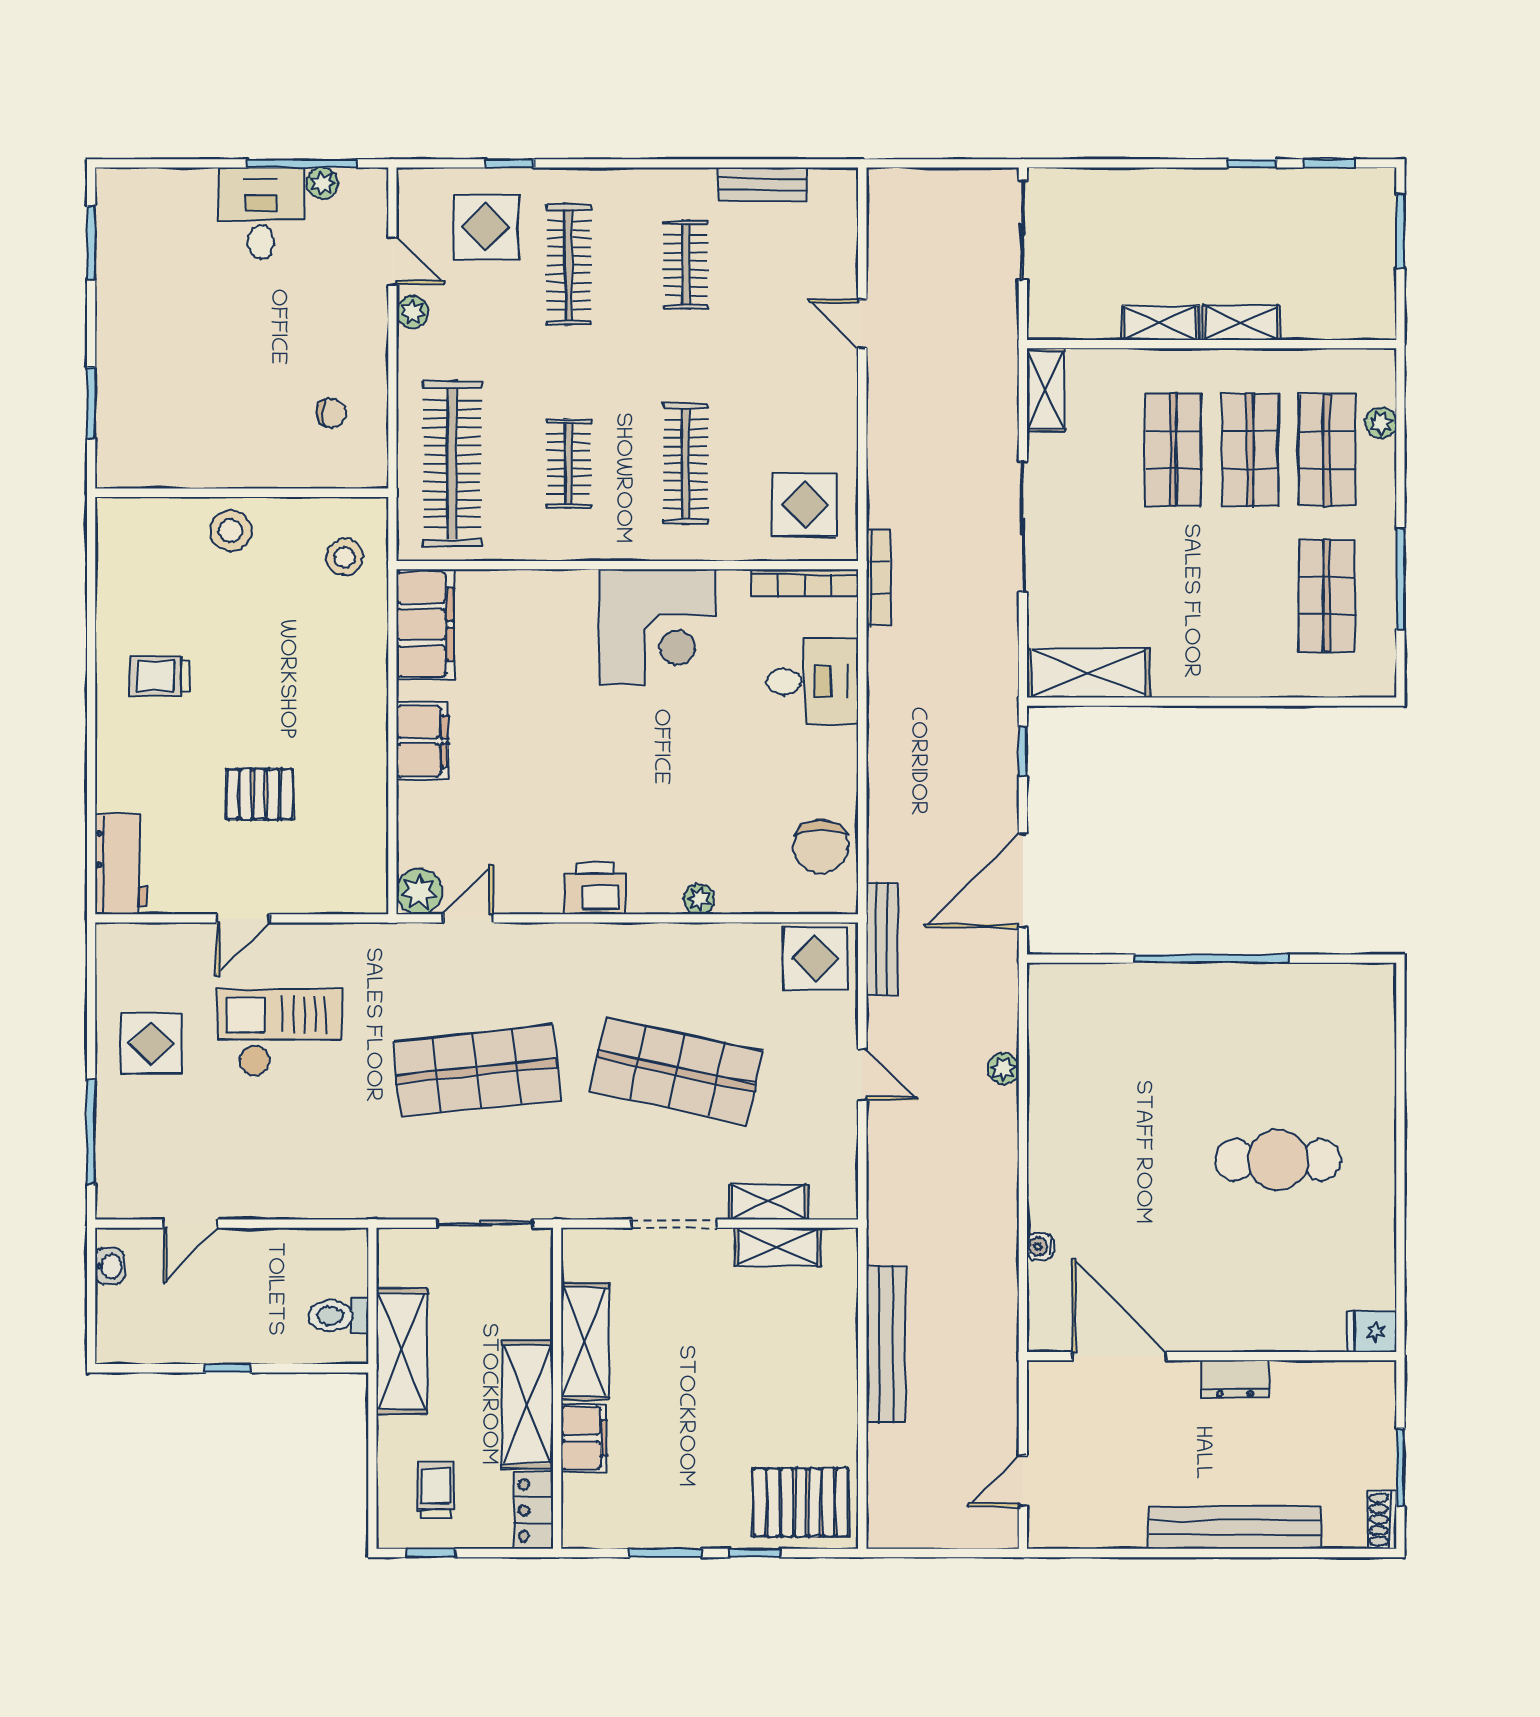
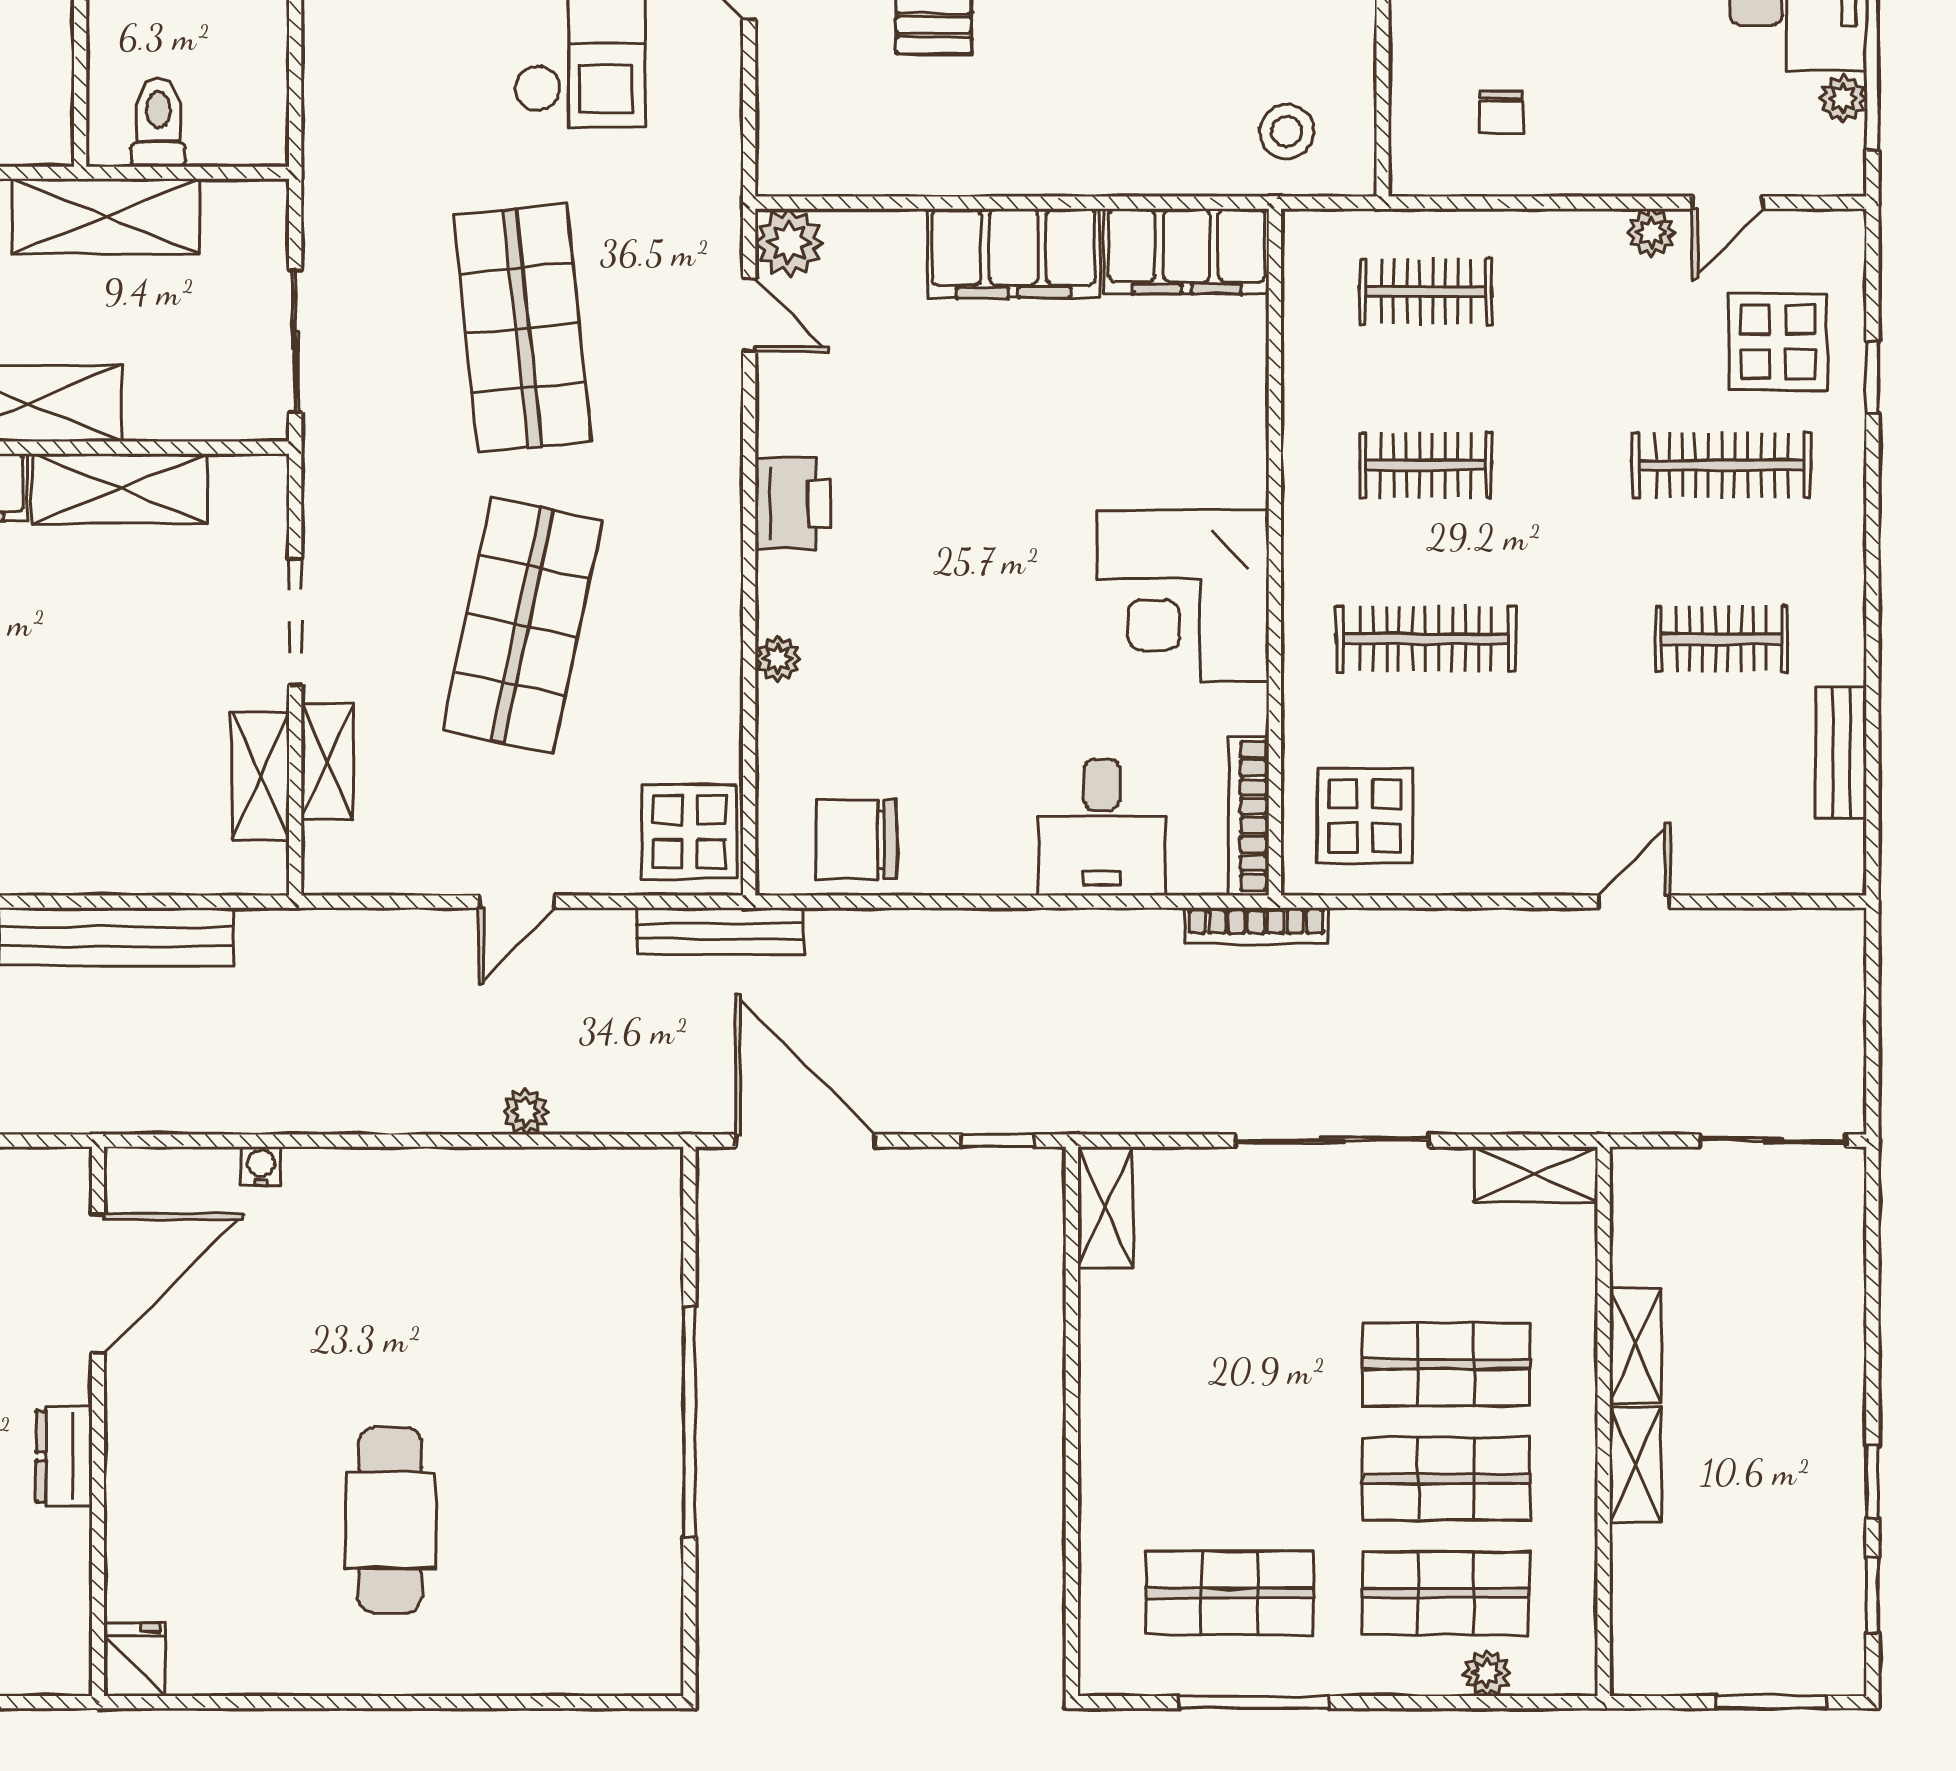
clothes rail: (452, 464) -> (1426, 291), width x0.54, depth x0.76
shelving: (1089, 673) -> (1105, 1208), width x0.67, depth x0.75
filing cabinet: (422, 741) -> (1013, 253), width x1.50, depth x1.17

